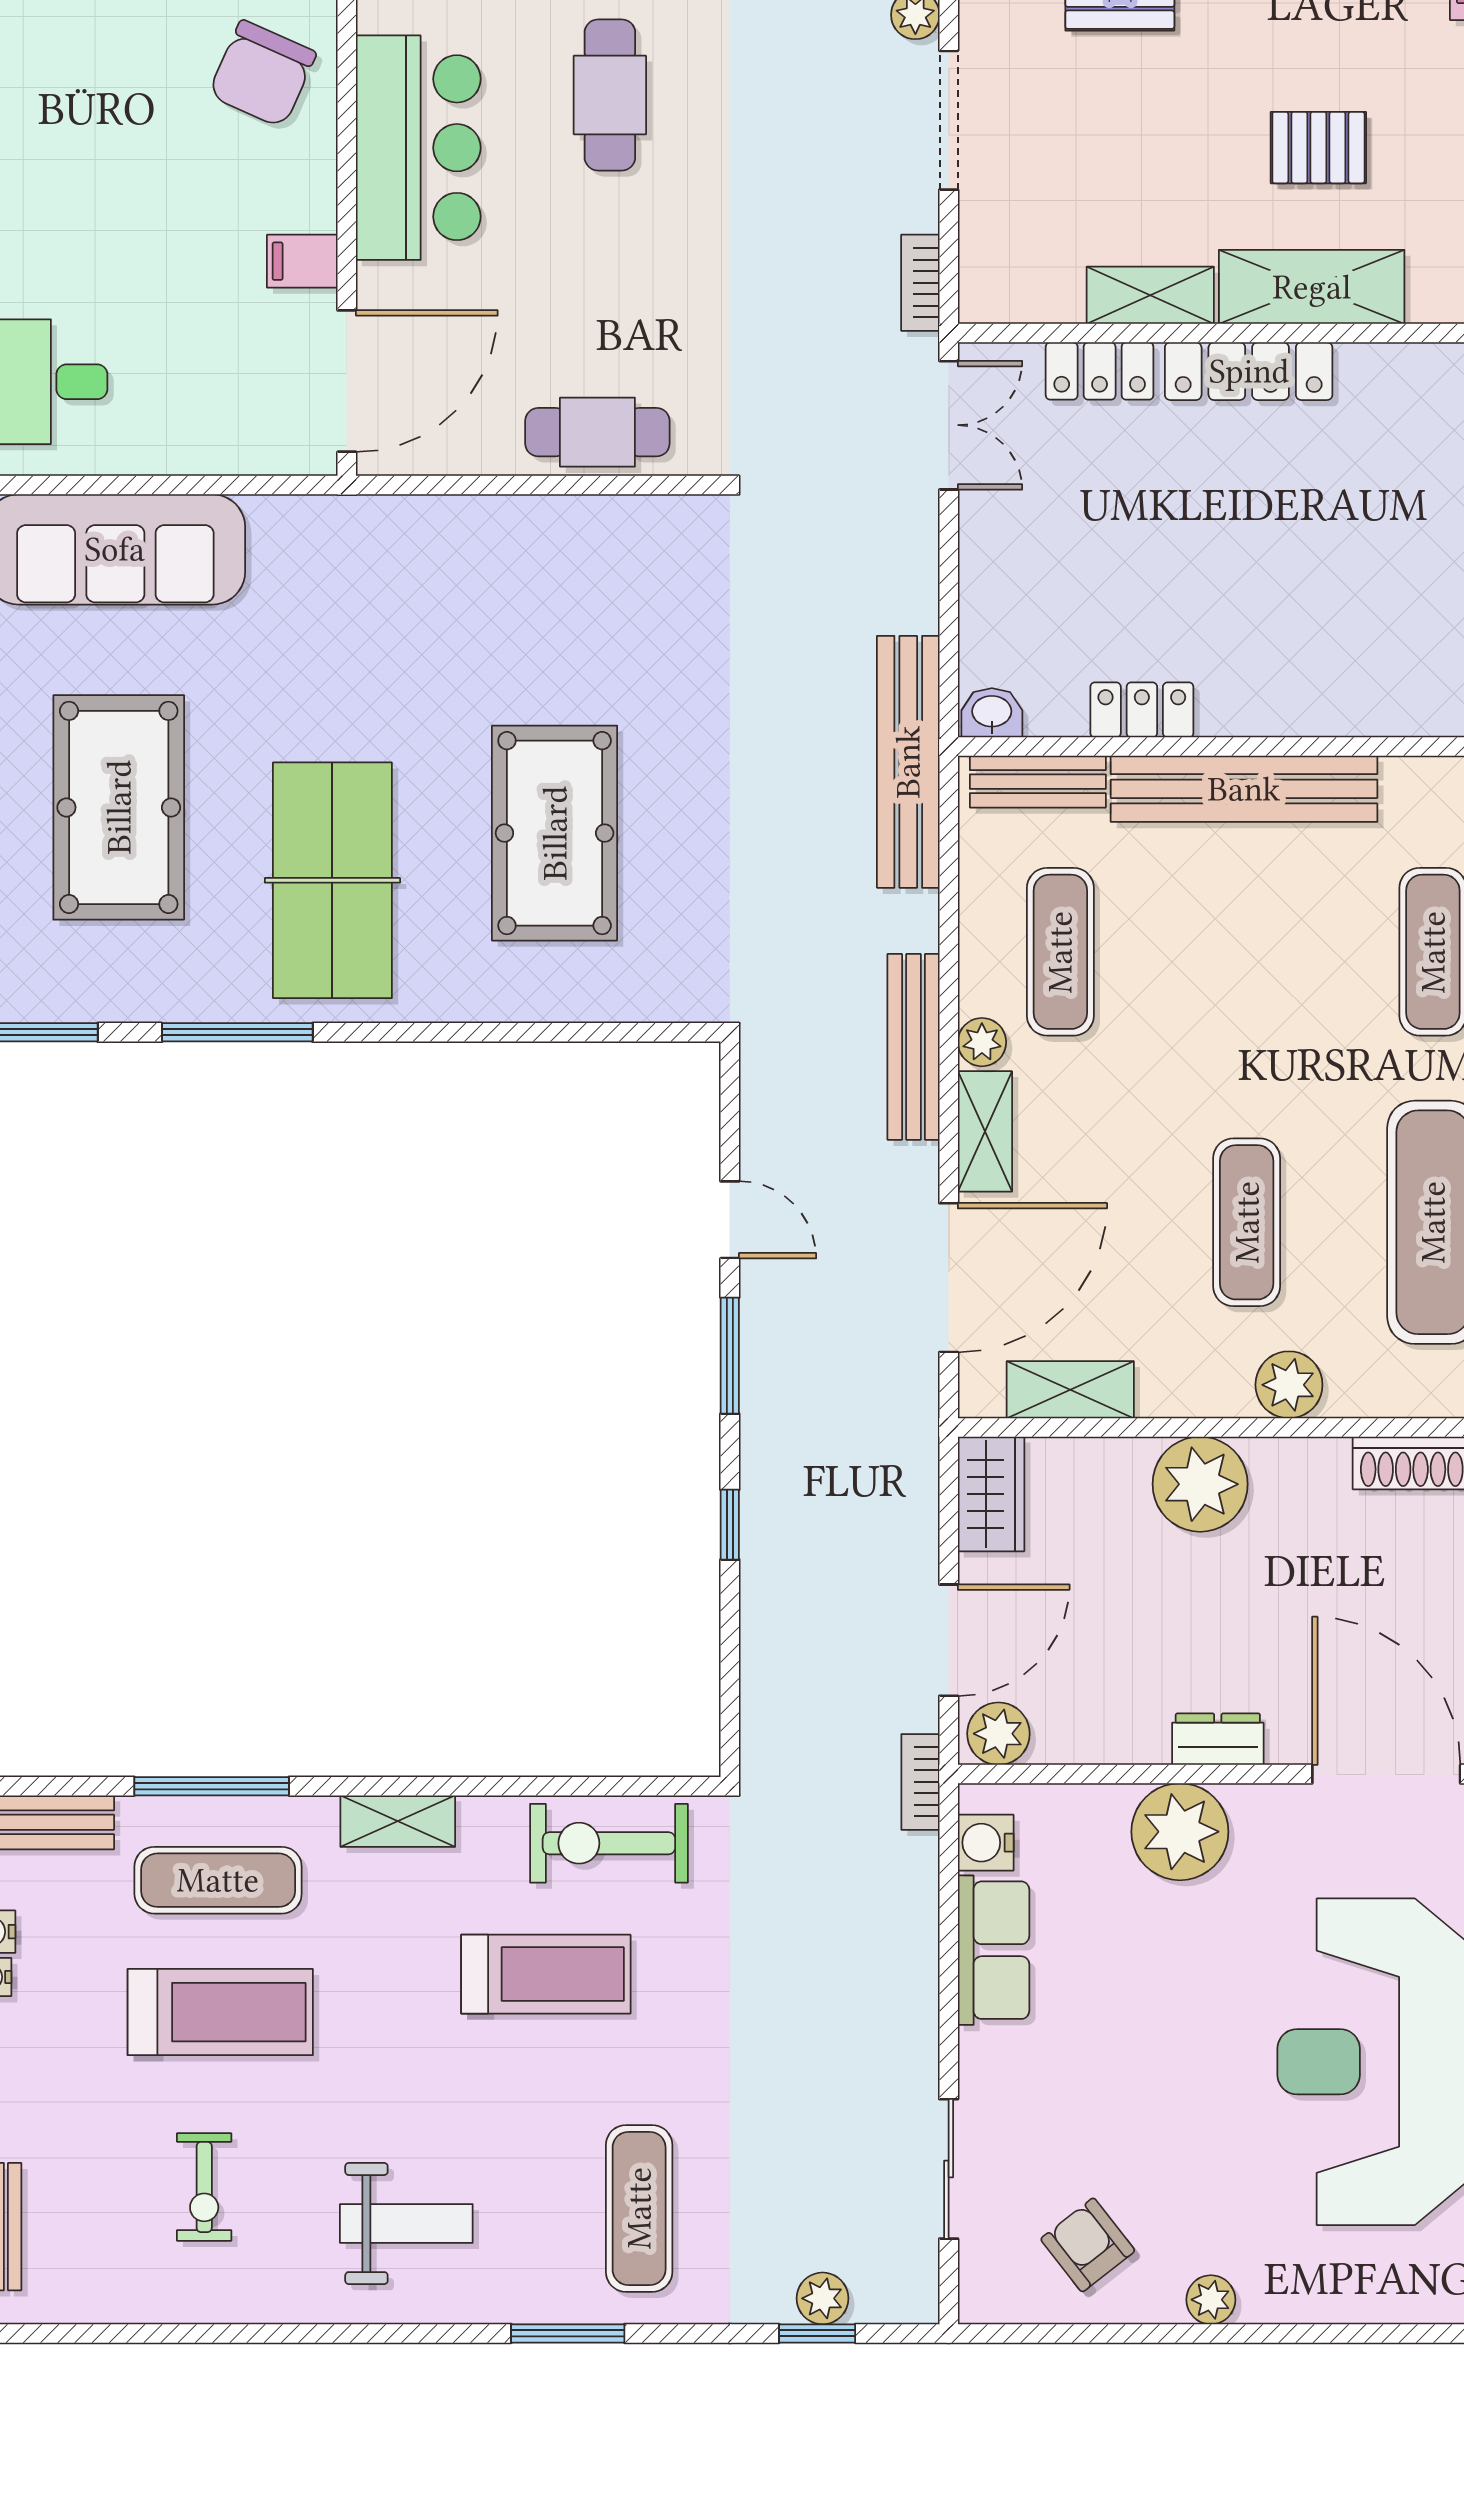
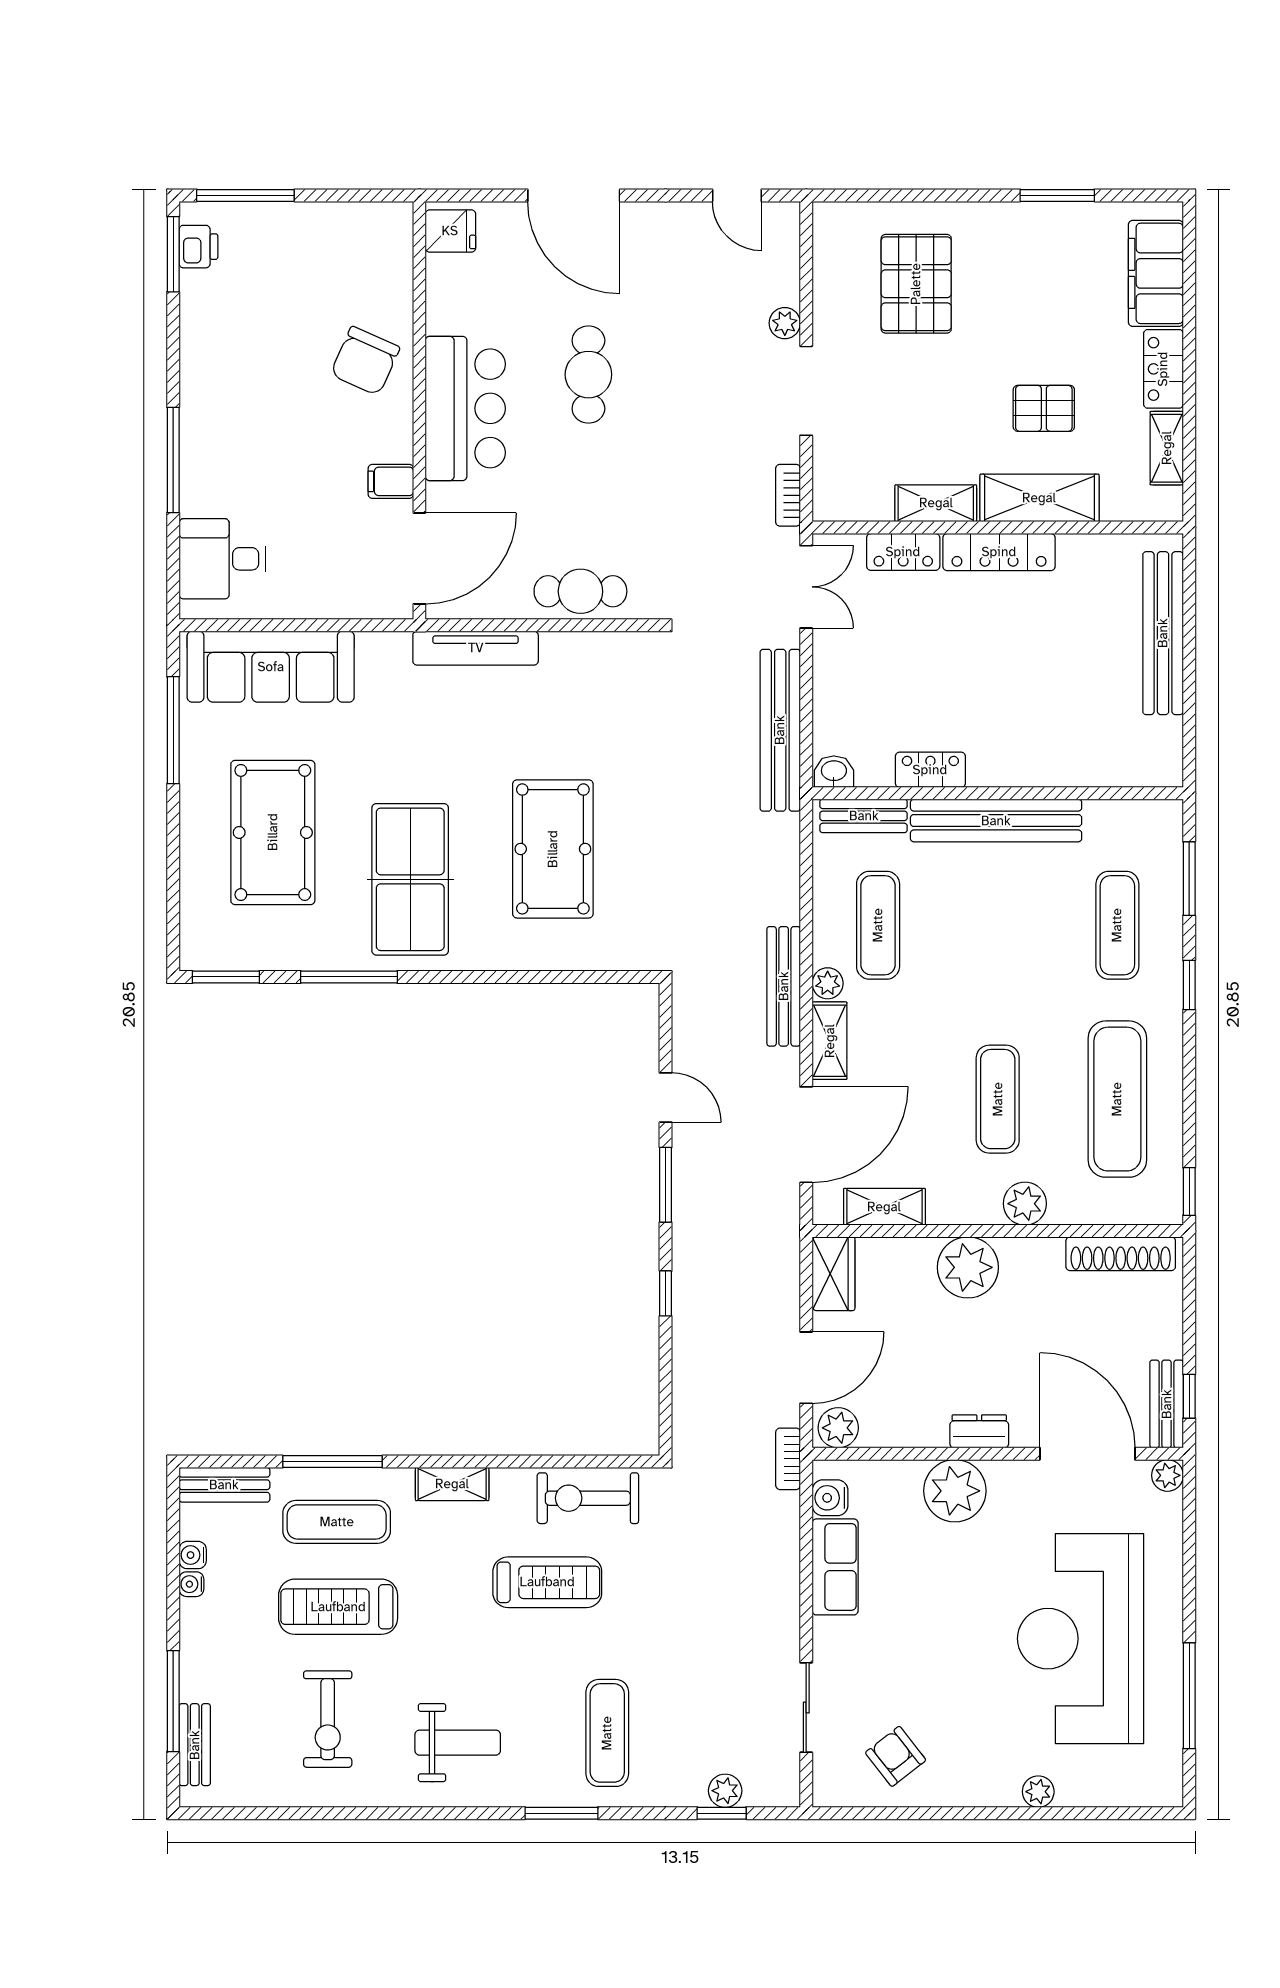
tv unit: (434, 521) -> (476, 648), added
bench: (908, 762) -> (780, 730), moved
treadmill: (220, 2012) -> (338, 1607), turned 180
exercise bike: (204, 2187) -> (328, 1719), width x1.38, depth x1.39
plant: (1211, 2300) -> (1038, 1792), moved

